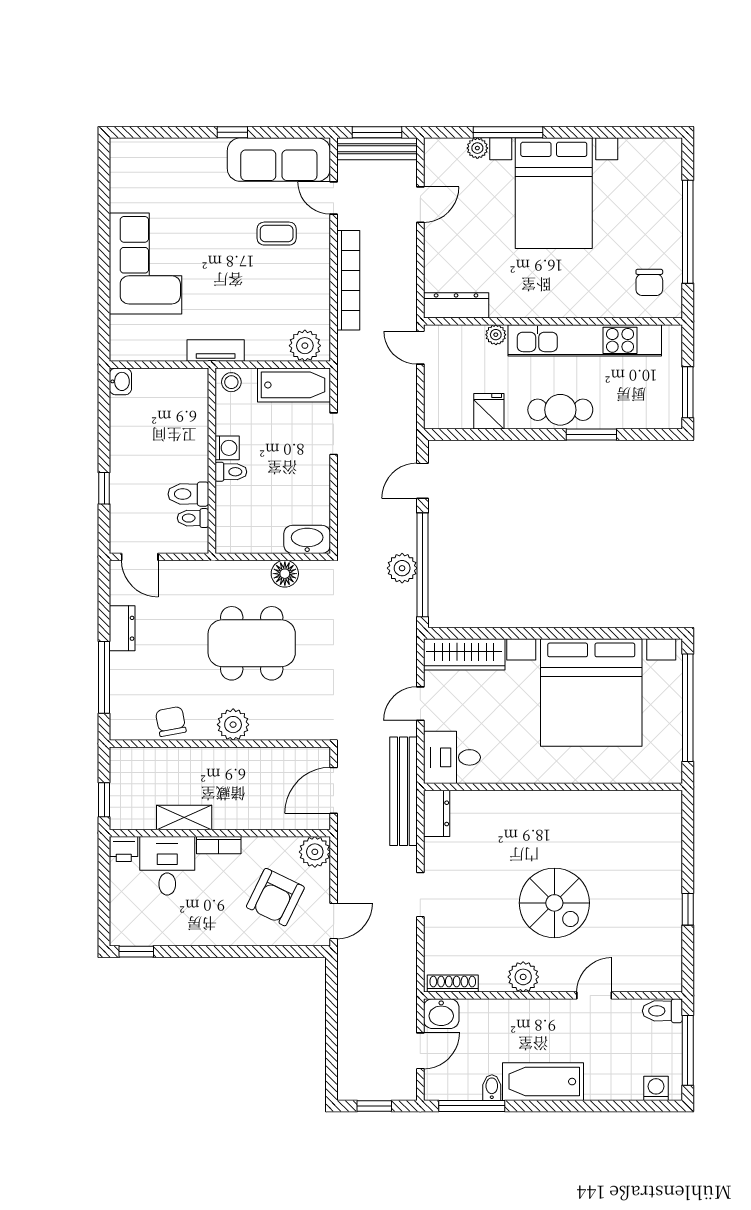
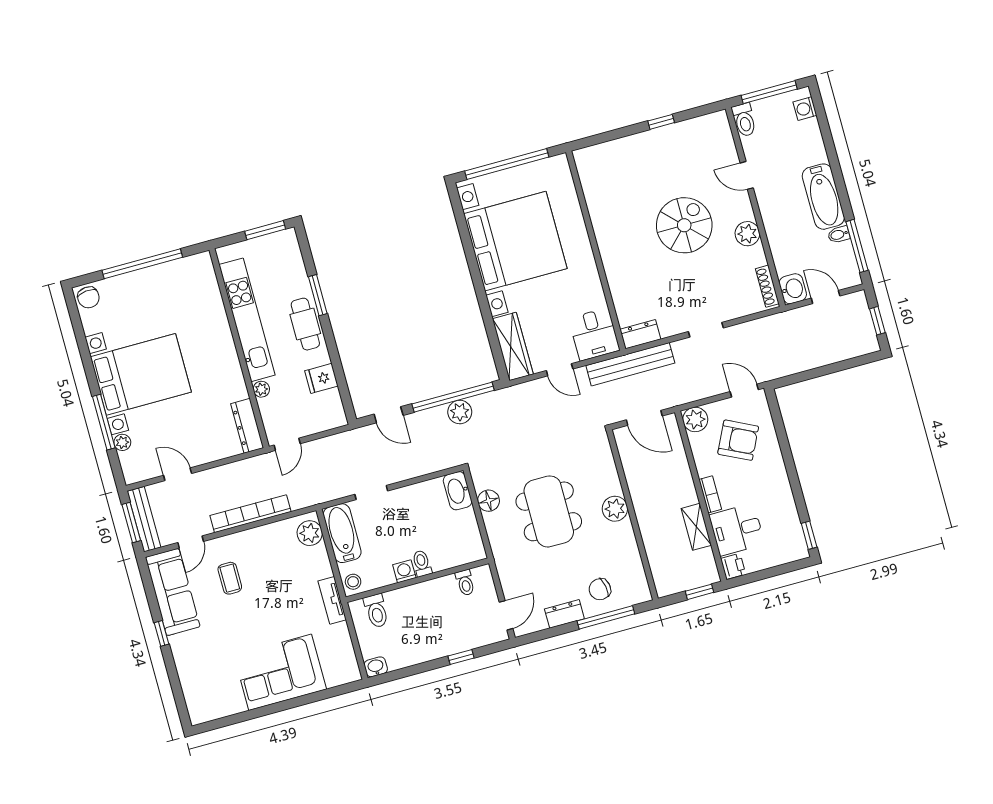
chair: (649, 282) -> (88, 297), moved, turned 84
toilet: (188, 494) -> (376, 611), moved
chair: (171, 721) -> (600, 589), moved

